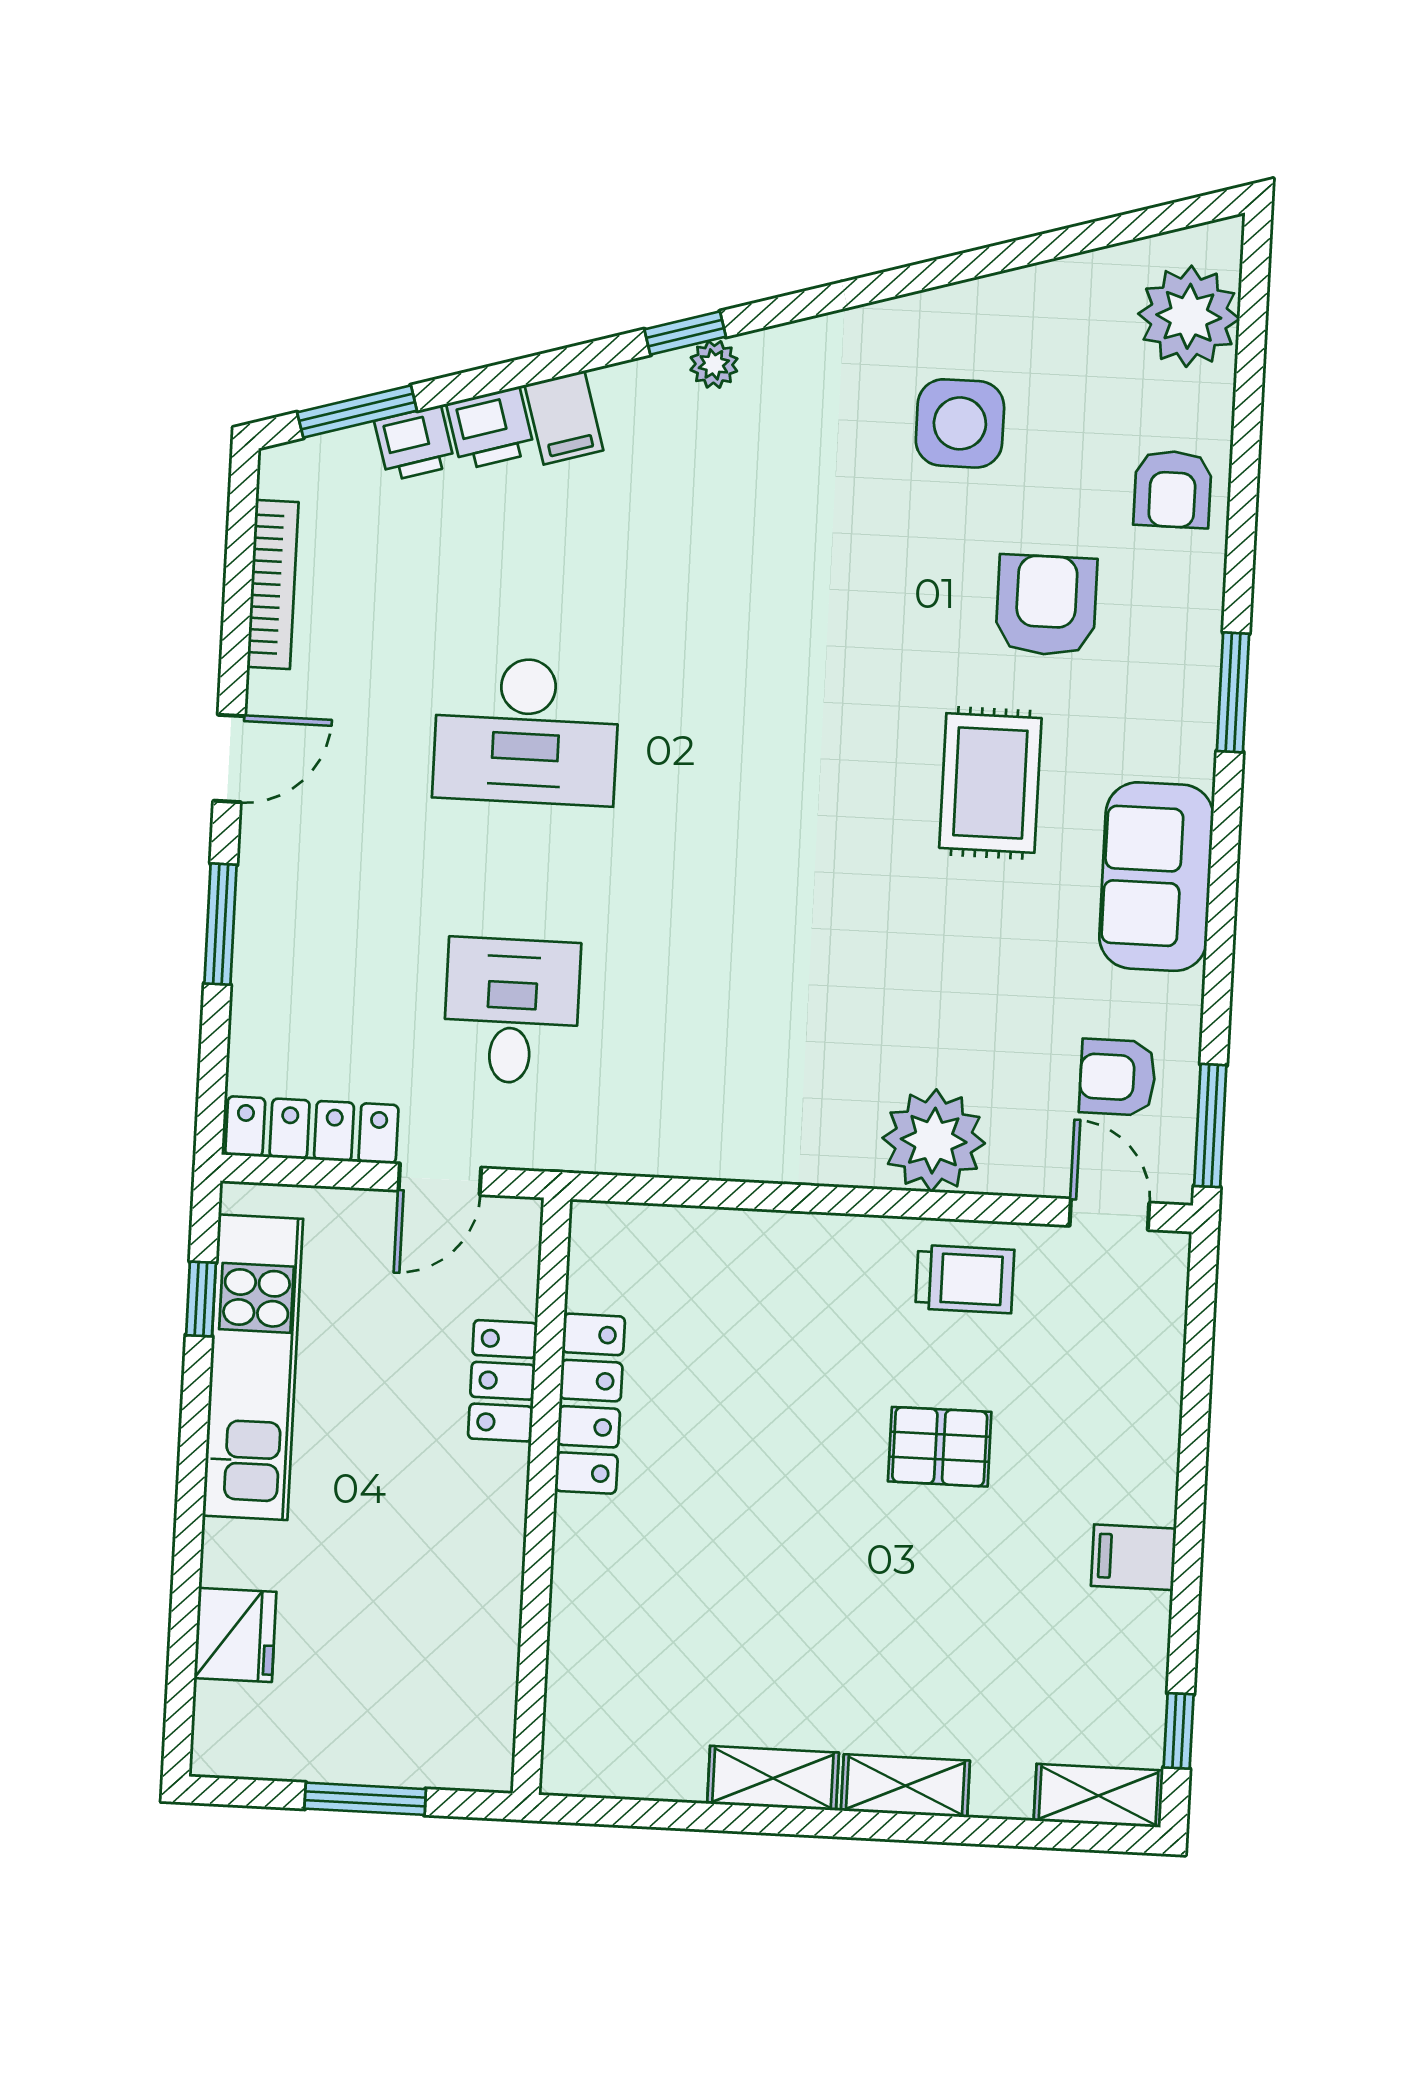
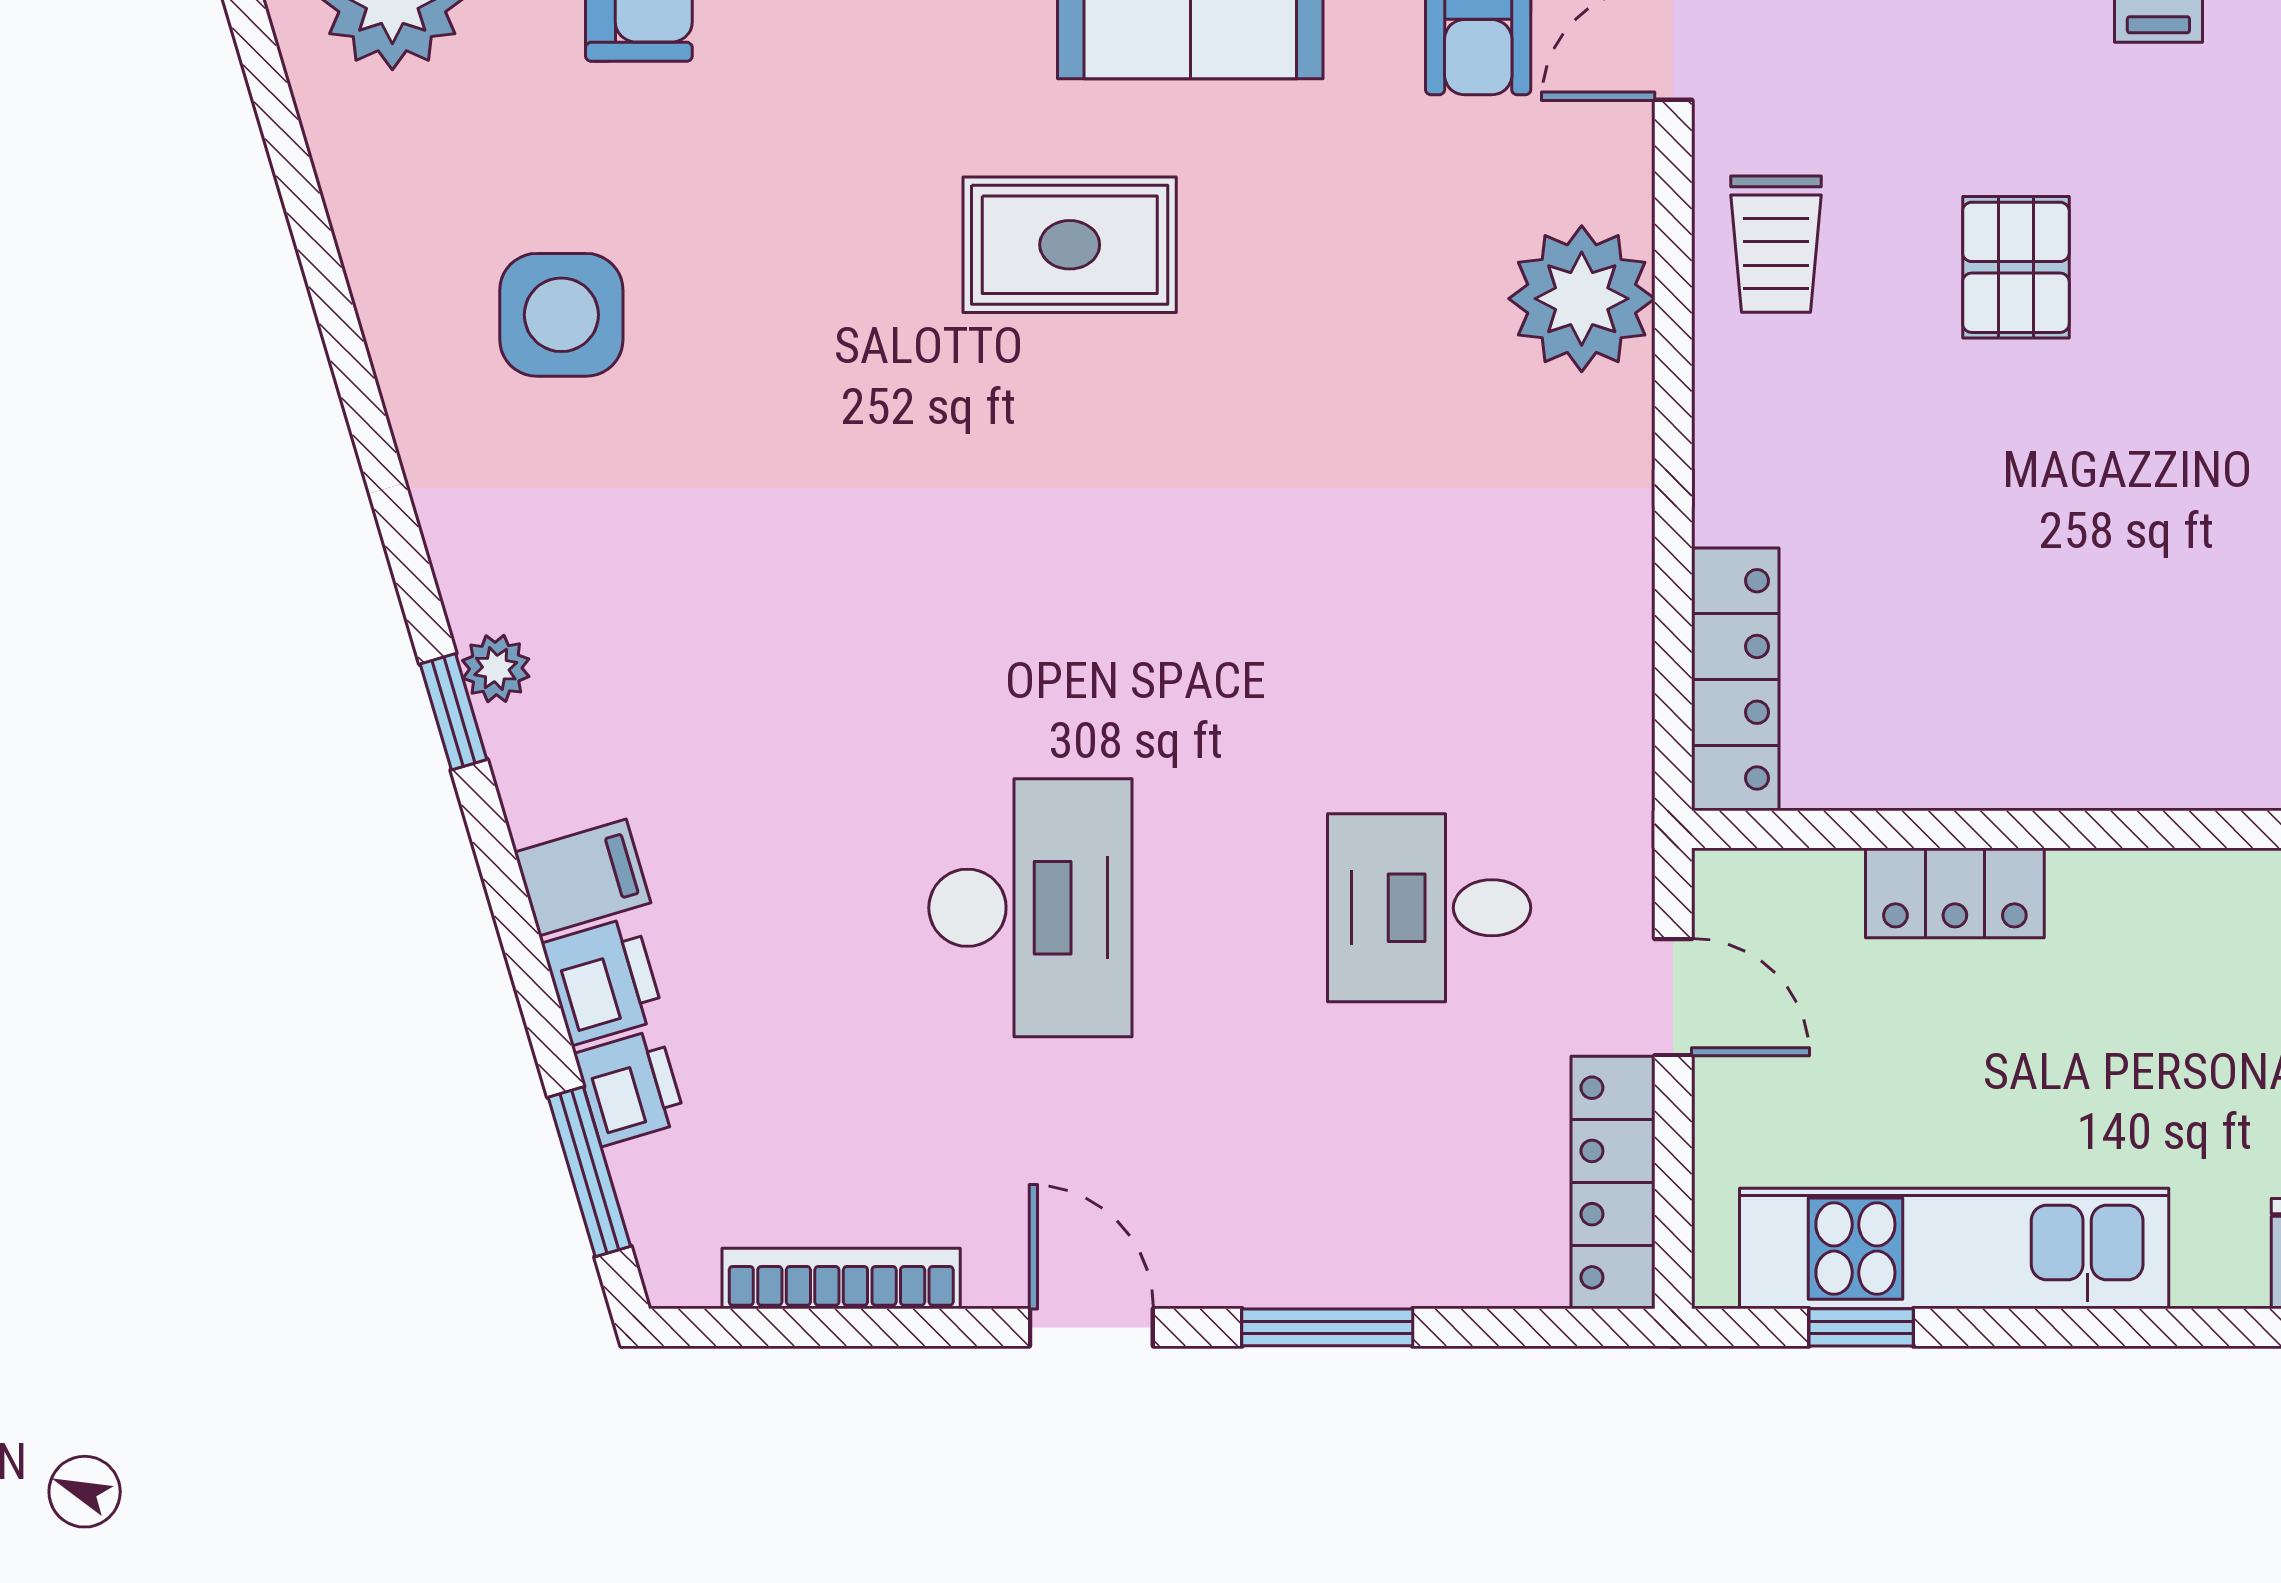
armchair: (1046, 605) -> (813, 179), removed
trolley: (965, 1279) -> (1776, 244), turned 180
locker: (590, 1404) -> (1735, 679), moved, turned 90

